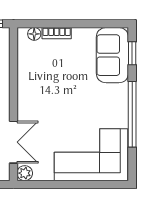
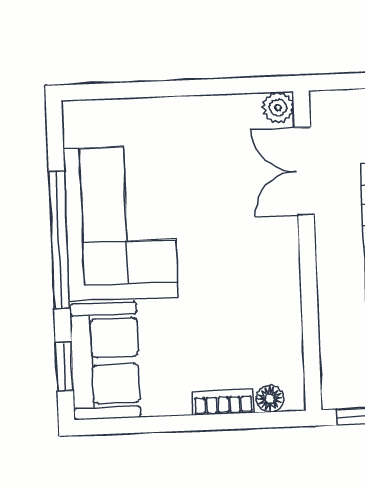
corner sofa: (91, 155) -> (121, 223), moved, turned -90

